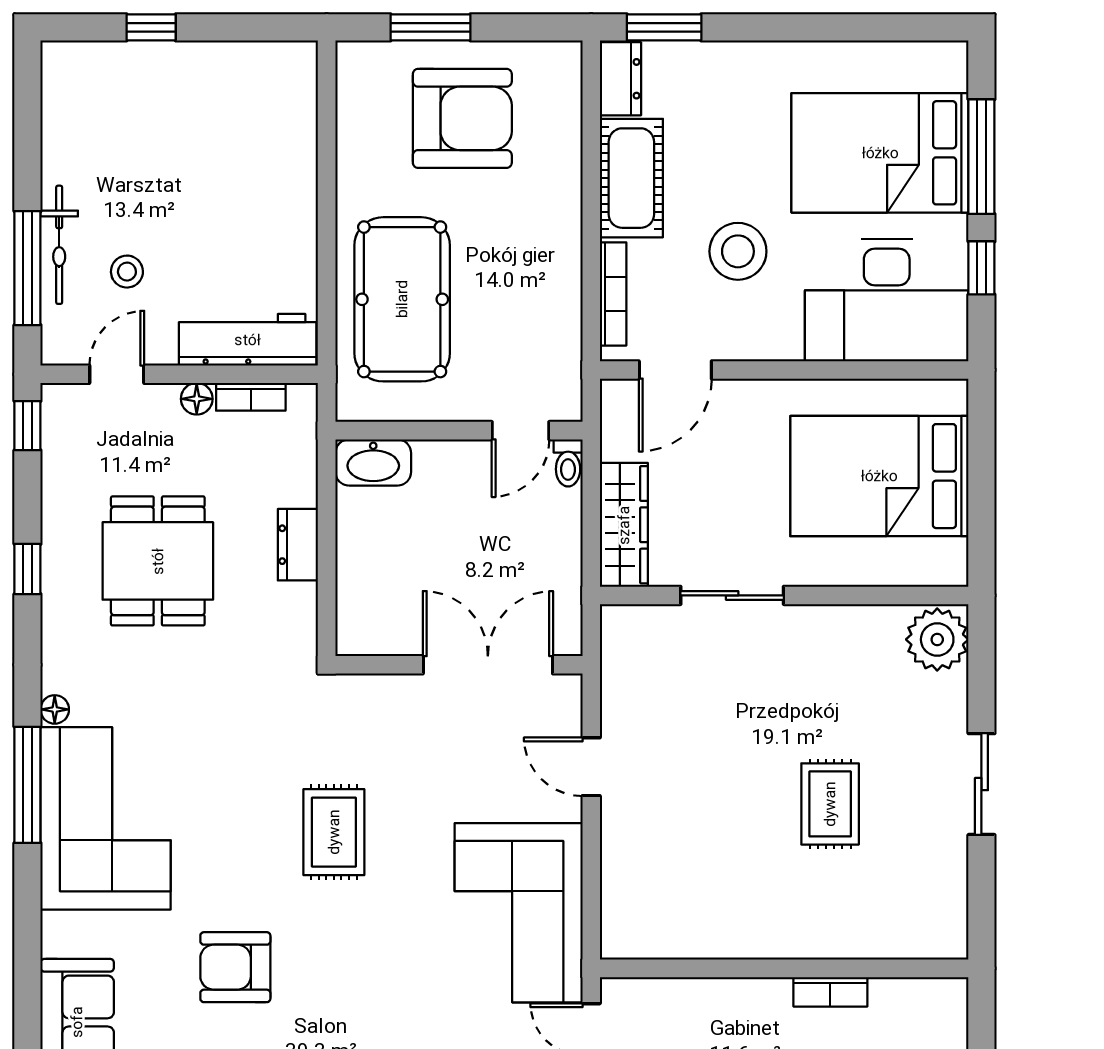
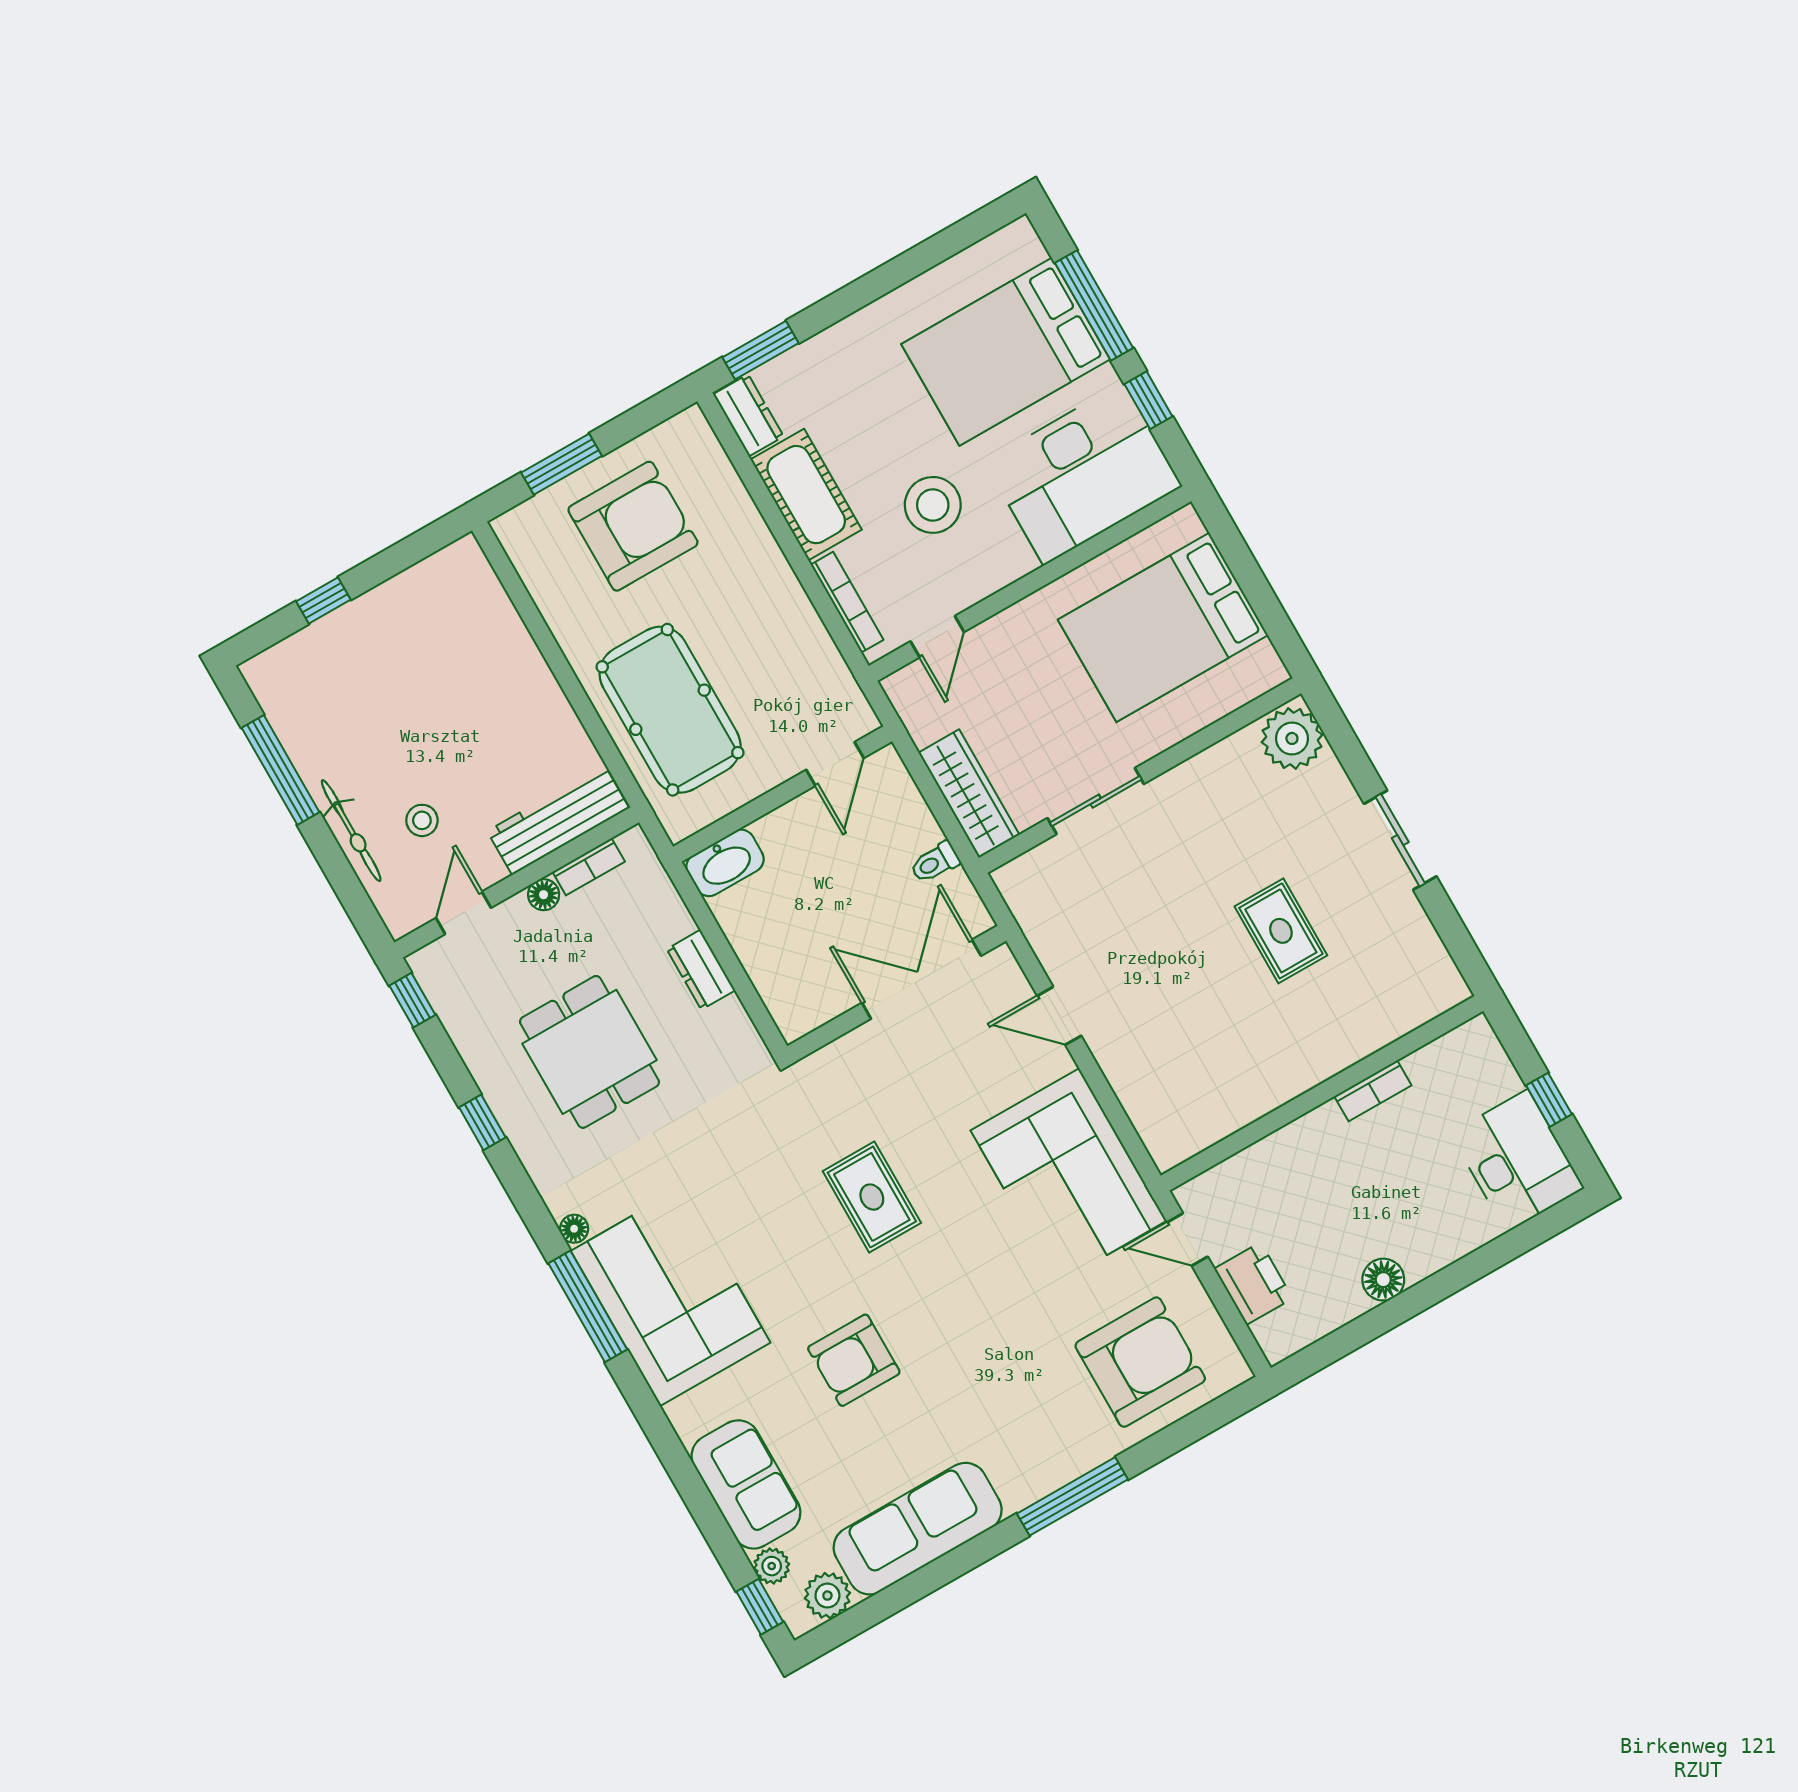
window: (27, 268) -> (281, 770), moved
door: (675, 370) -> (937, 637), width x0.73
toilet: (568, 463) -> (935, 862), moved, turned 90

